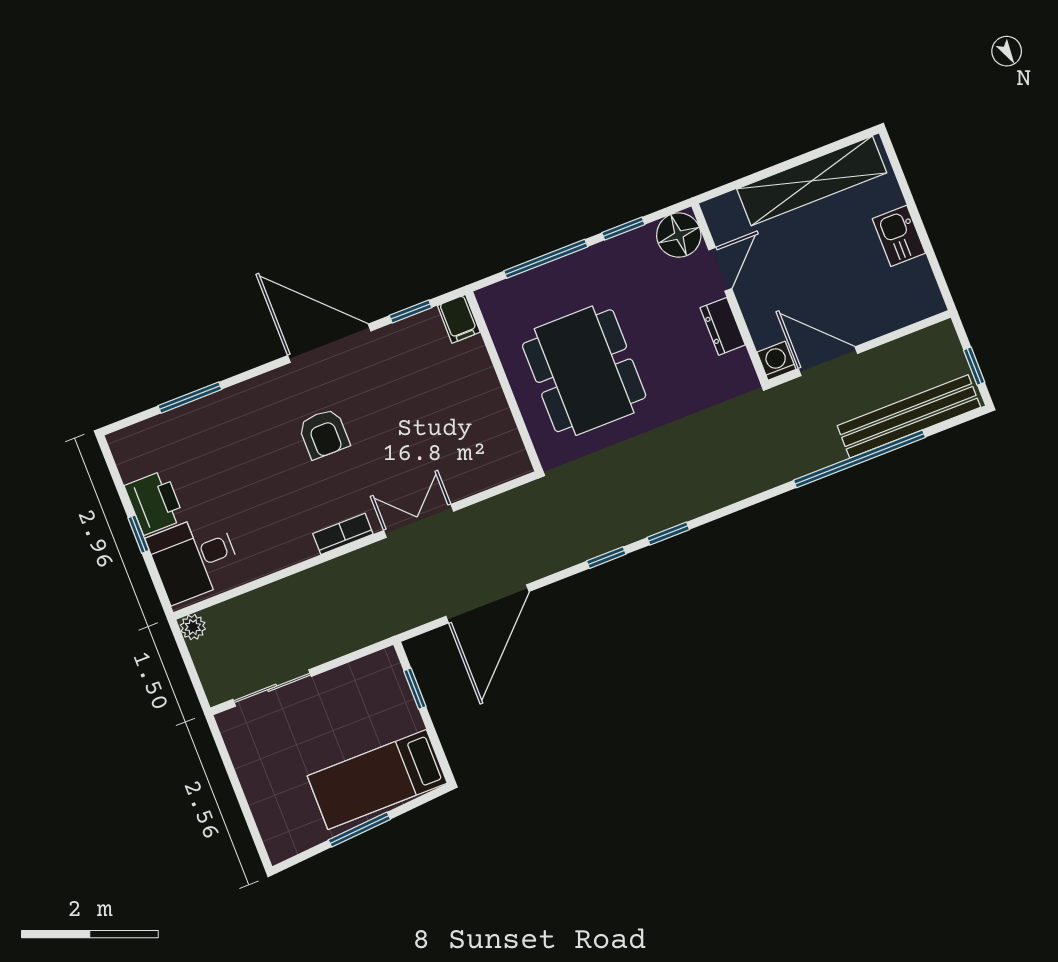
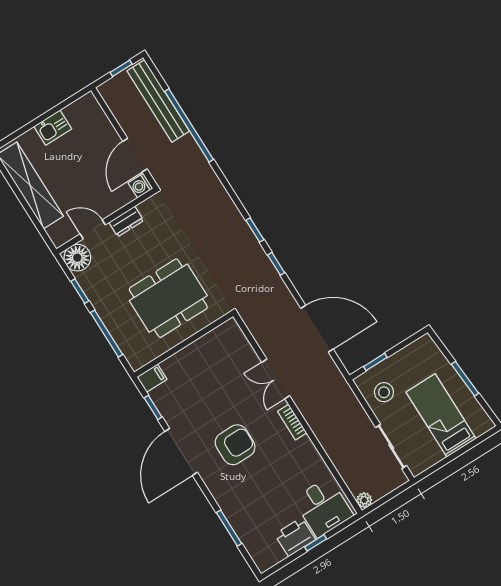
armchair: (324, 434) -> (235, 445), width x1.38, depth x1.38
stool: (363, 693) -> (384, 392), added
bed: (377, 779) -> (441, 415), moved, turned 180

